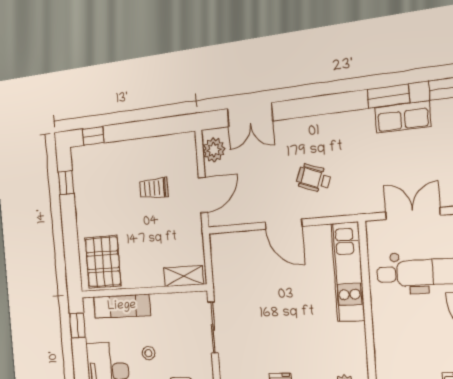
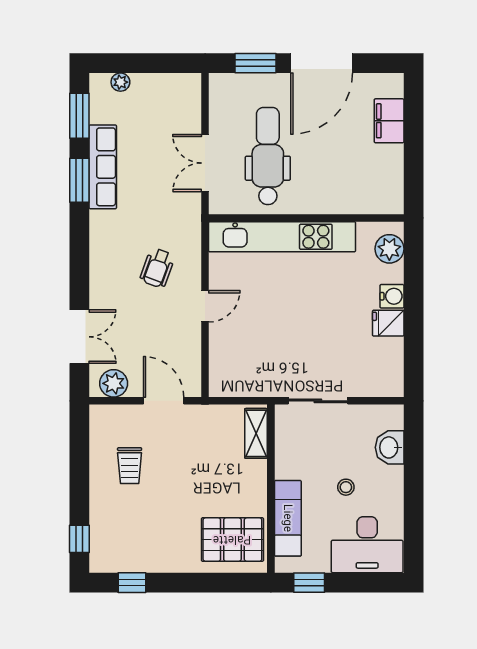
row of seats: (403, 117) -> (103, 167), width x1.48
trolley: (154, 188) -> (130, 466), moved
door: (284, 224) -> (205, 306), width x0.73
kitchen unit: (348, 272) -> (282, 237), width x1.36

